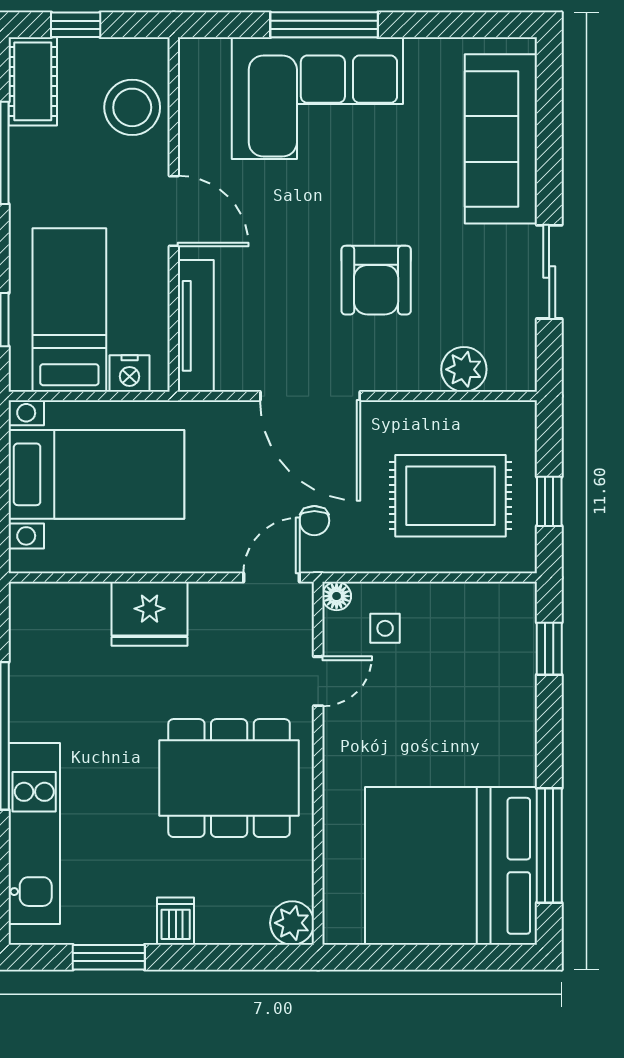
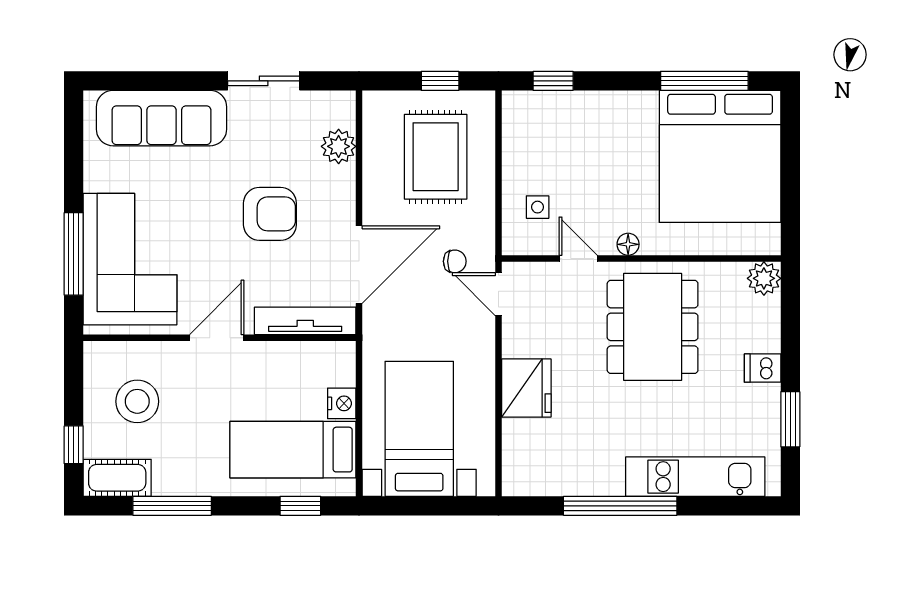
door: (174, 211) -> (217, 338), moved
wall: (174, 214) -> (220, 338), moved
tv unit: (196, 326) -> (305, 321), moved
floor lamp: (337, 596) -> (628, 244), moved

